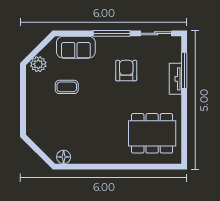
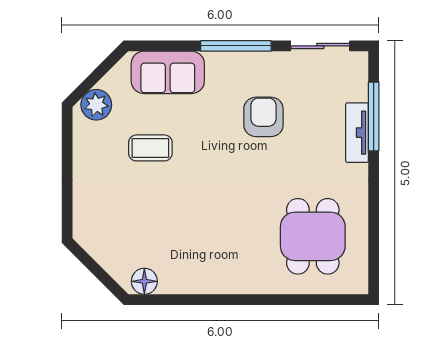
dining table: (152, 133) -> (313, 236), width x0.73

